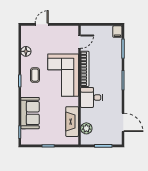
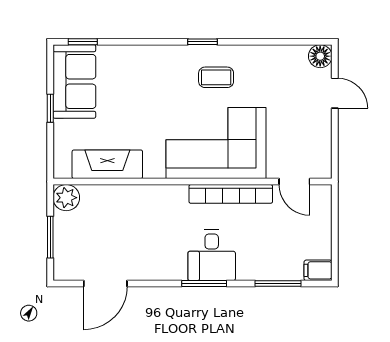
floor lamp: (26, 51) -> (320, 56), moved
desk: (92, 98) -> (212, 255), moved, turned 180
sofa: (30, 113) -> (74, 81), moved, turned -90
plant: (86, 128) -> (66, 198), moved

